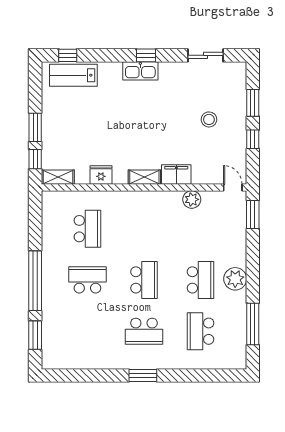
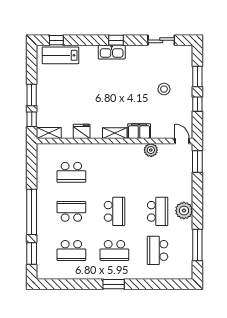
school desk: (87, 229) -> (71, 172), turned 90
school desk: (87, 331) -> (71, 250), added

